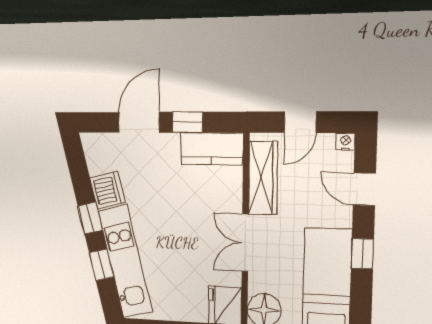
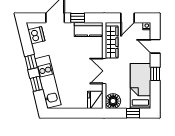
dishwasher: (107, 190) -> (36, 35), moved

